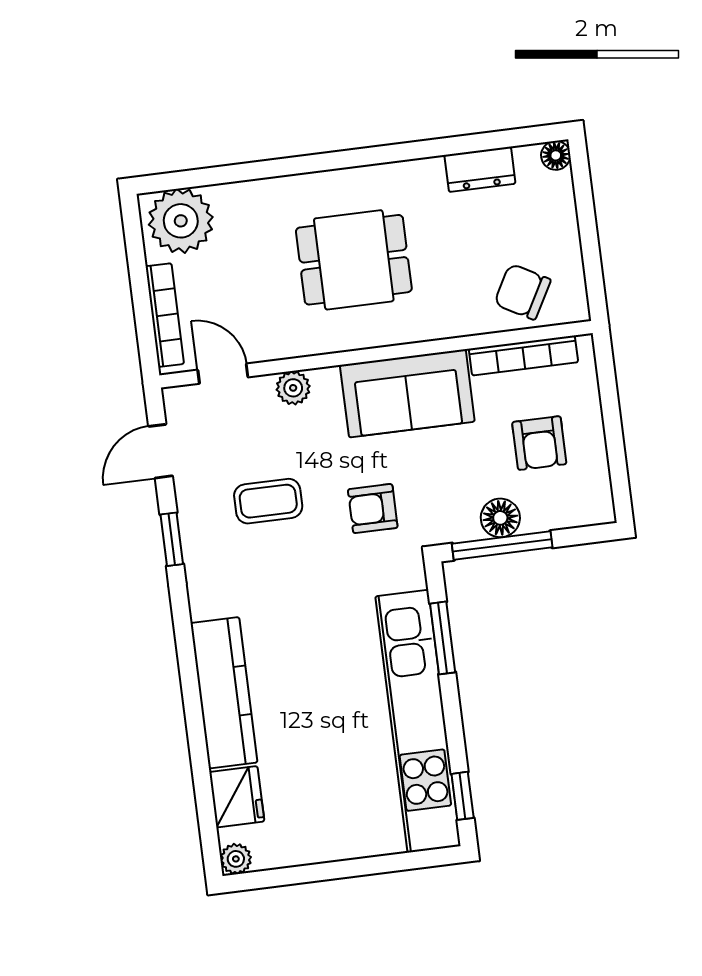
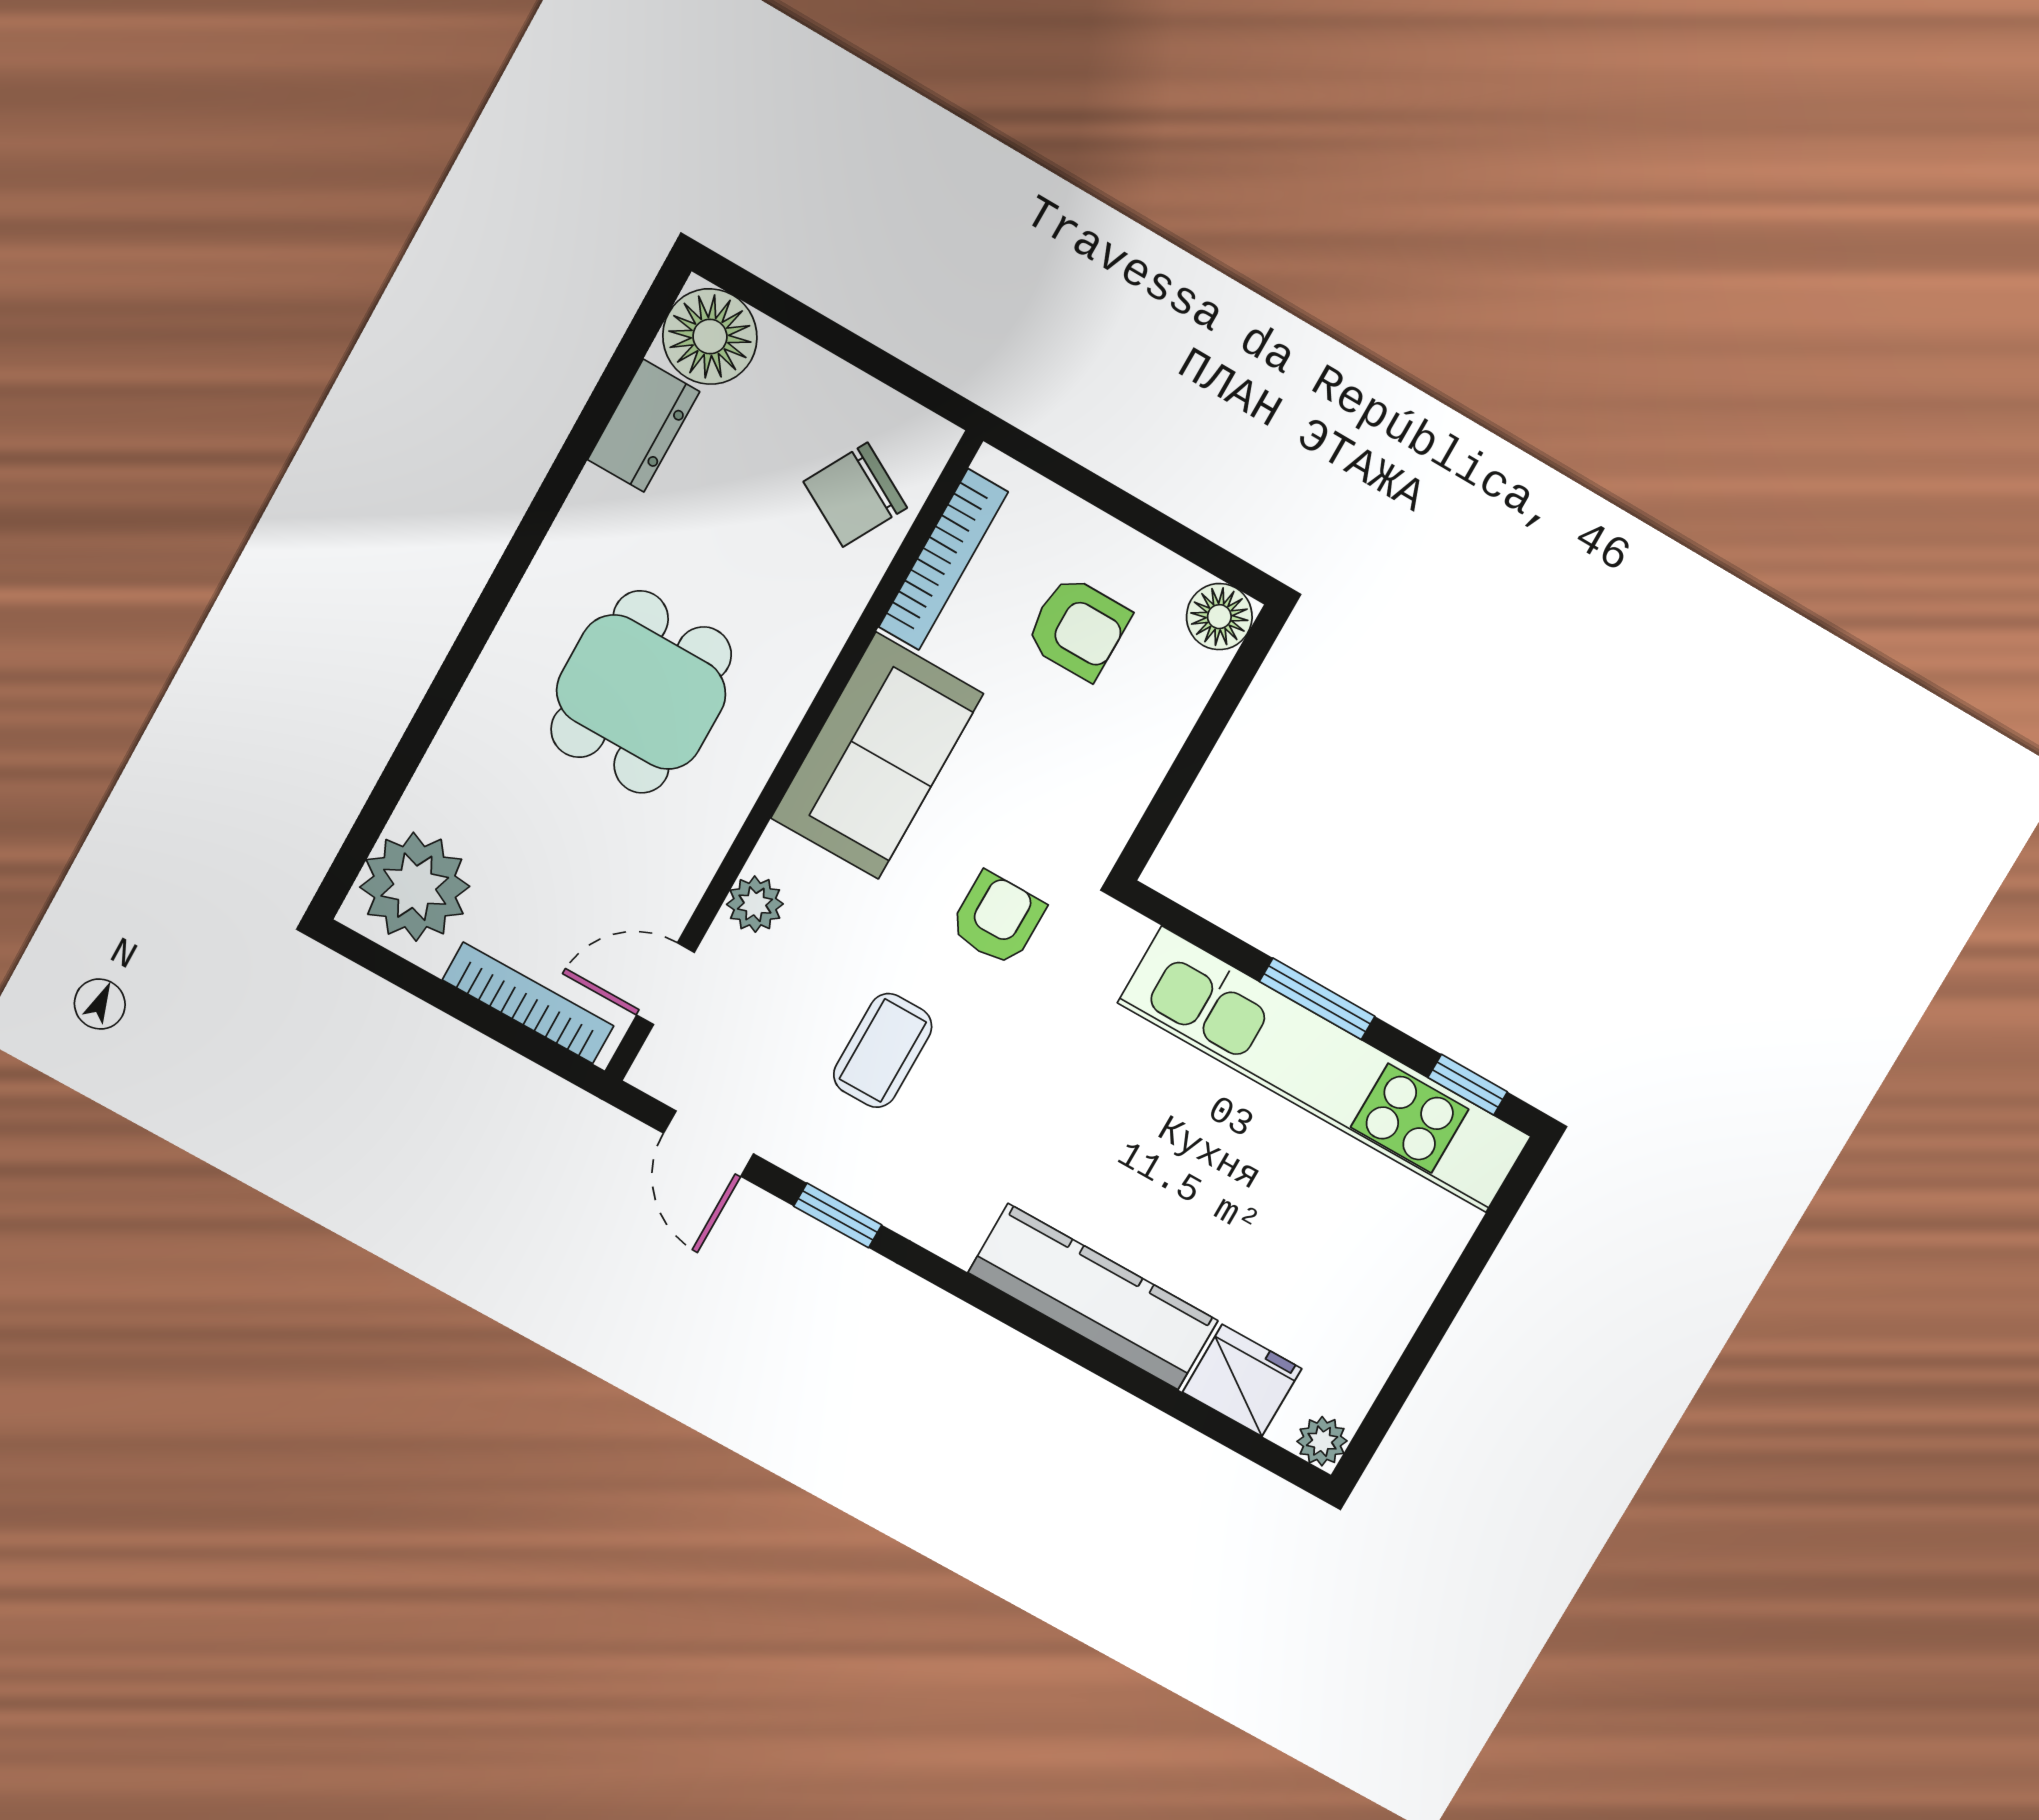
floor lamp: (556, 155) -> (710, 337), width x1.89, depth x1.89
armchair: (373, 509) -> (997, 919), turned 180
floor lamp: (500, 518) -> (1219, 617), moved
window: (502, 545) -> (1178, 782), removed
window: (443, 638) -> (1317, 999), moved

